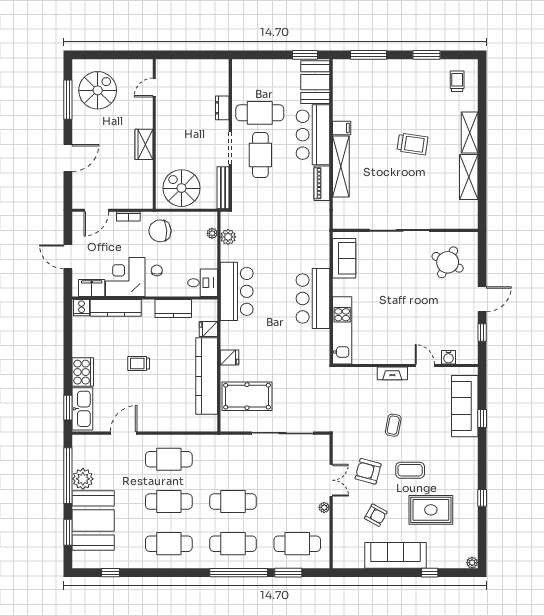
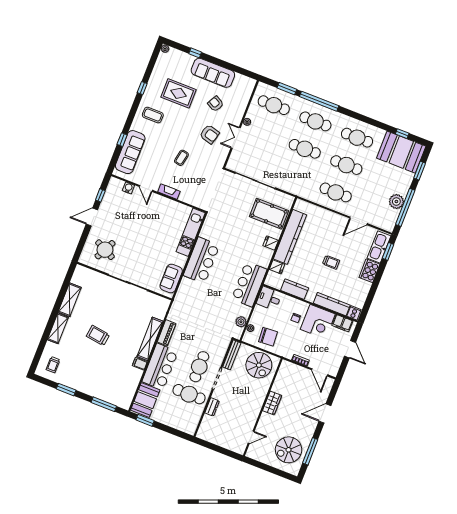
door: (96, 210) -> (320, 372), swing flipped
chair: (160, 231) -> (268, 337), moved
coffee table: (410, 470) -> (153, 115), moved
booth: (93, 520) -> (401, 152), moved, turned 90

